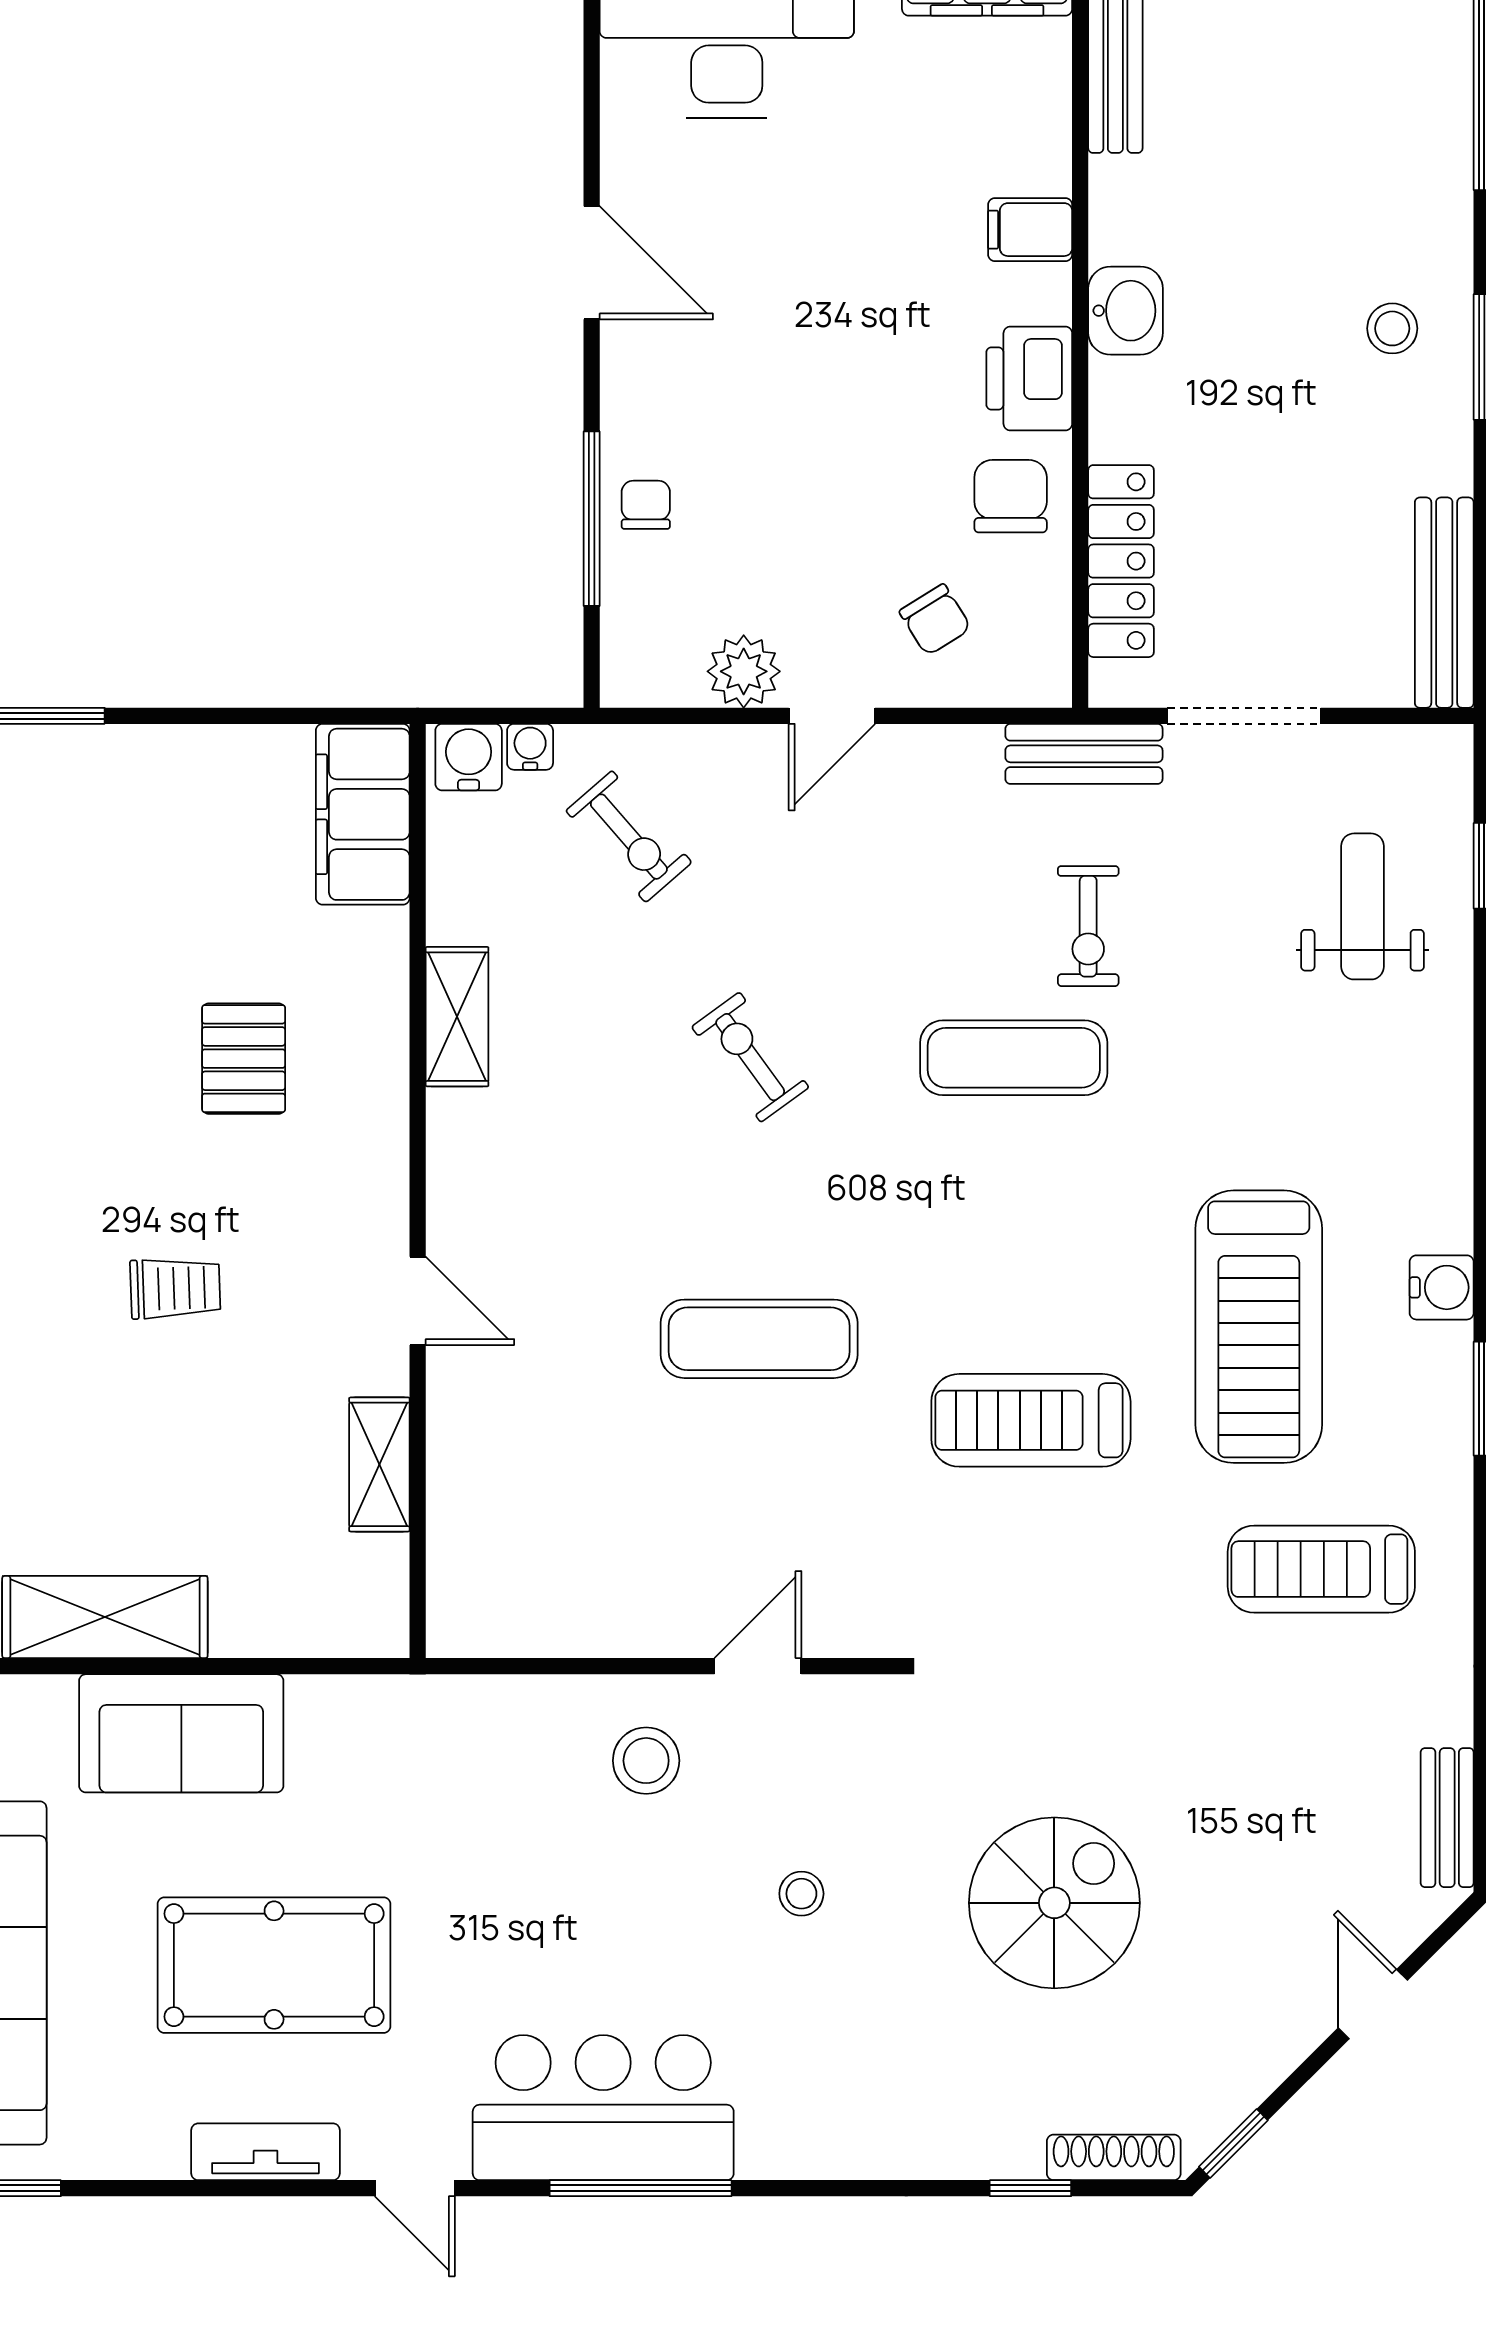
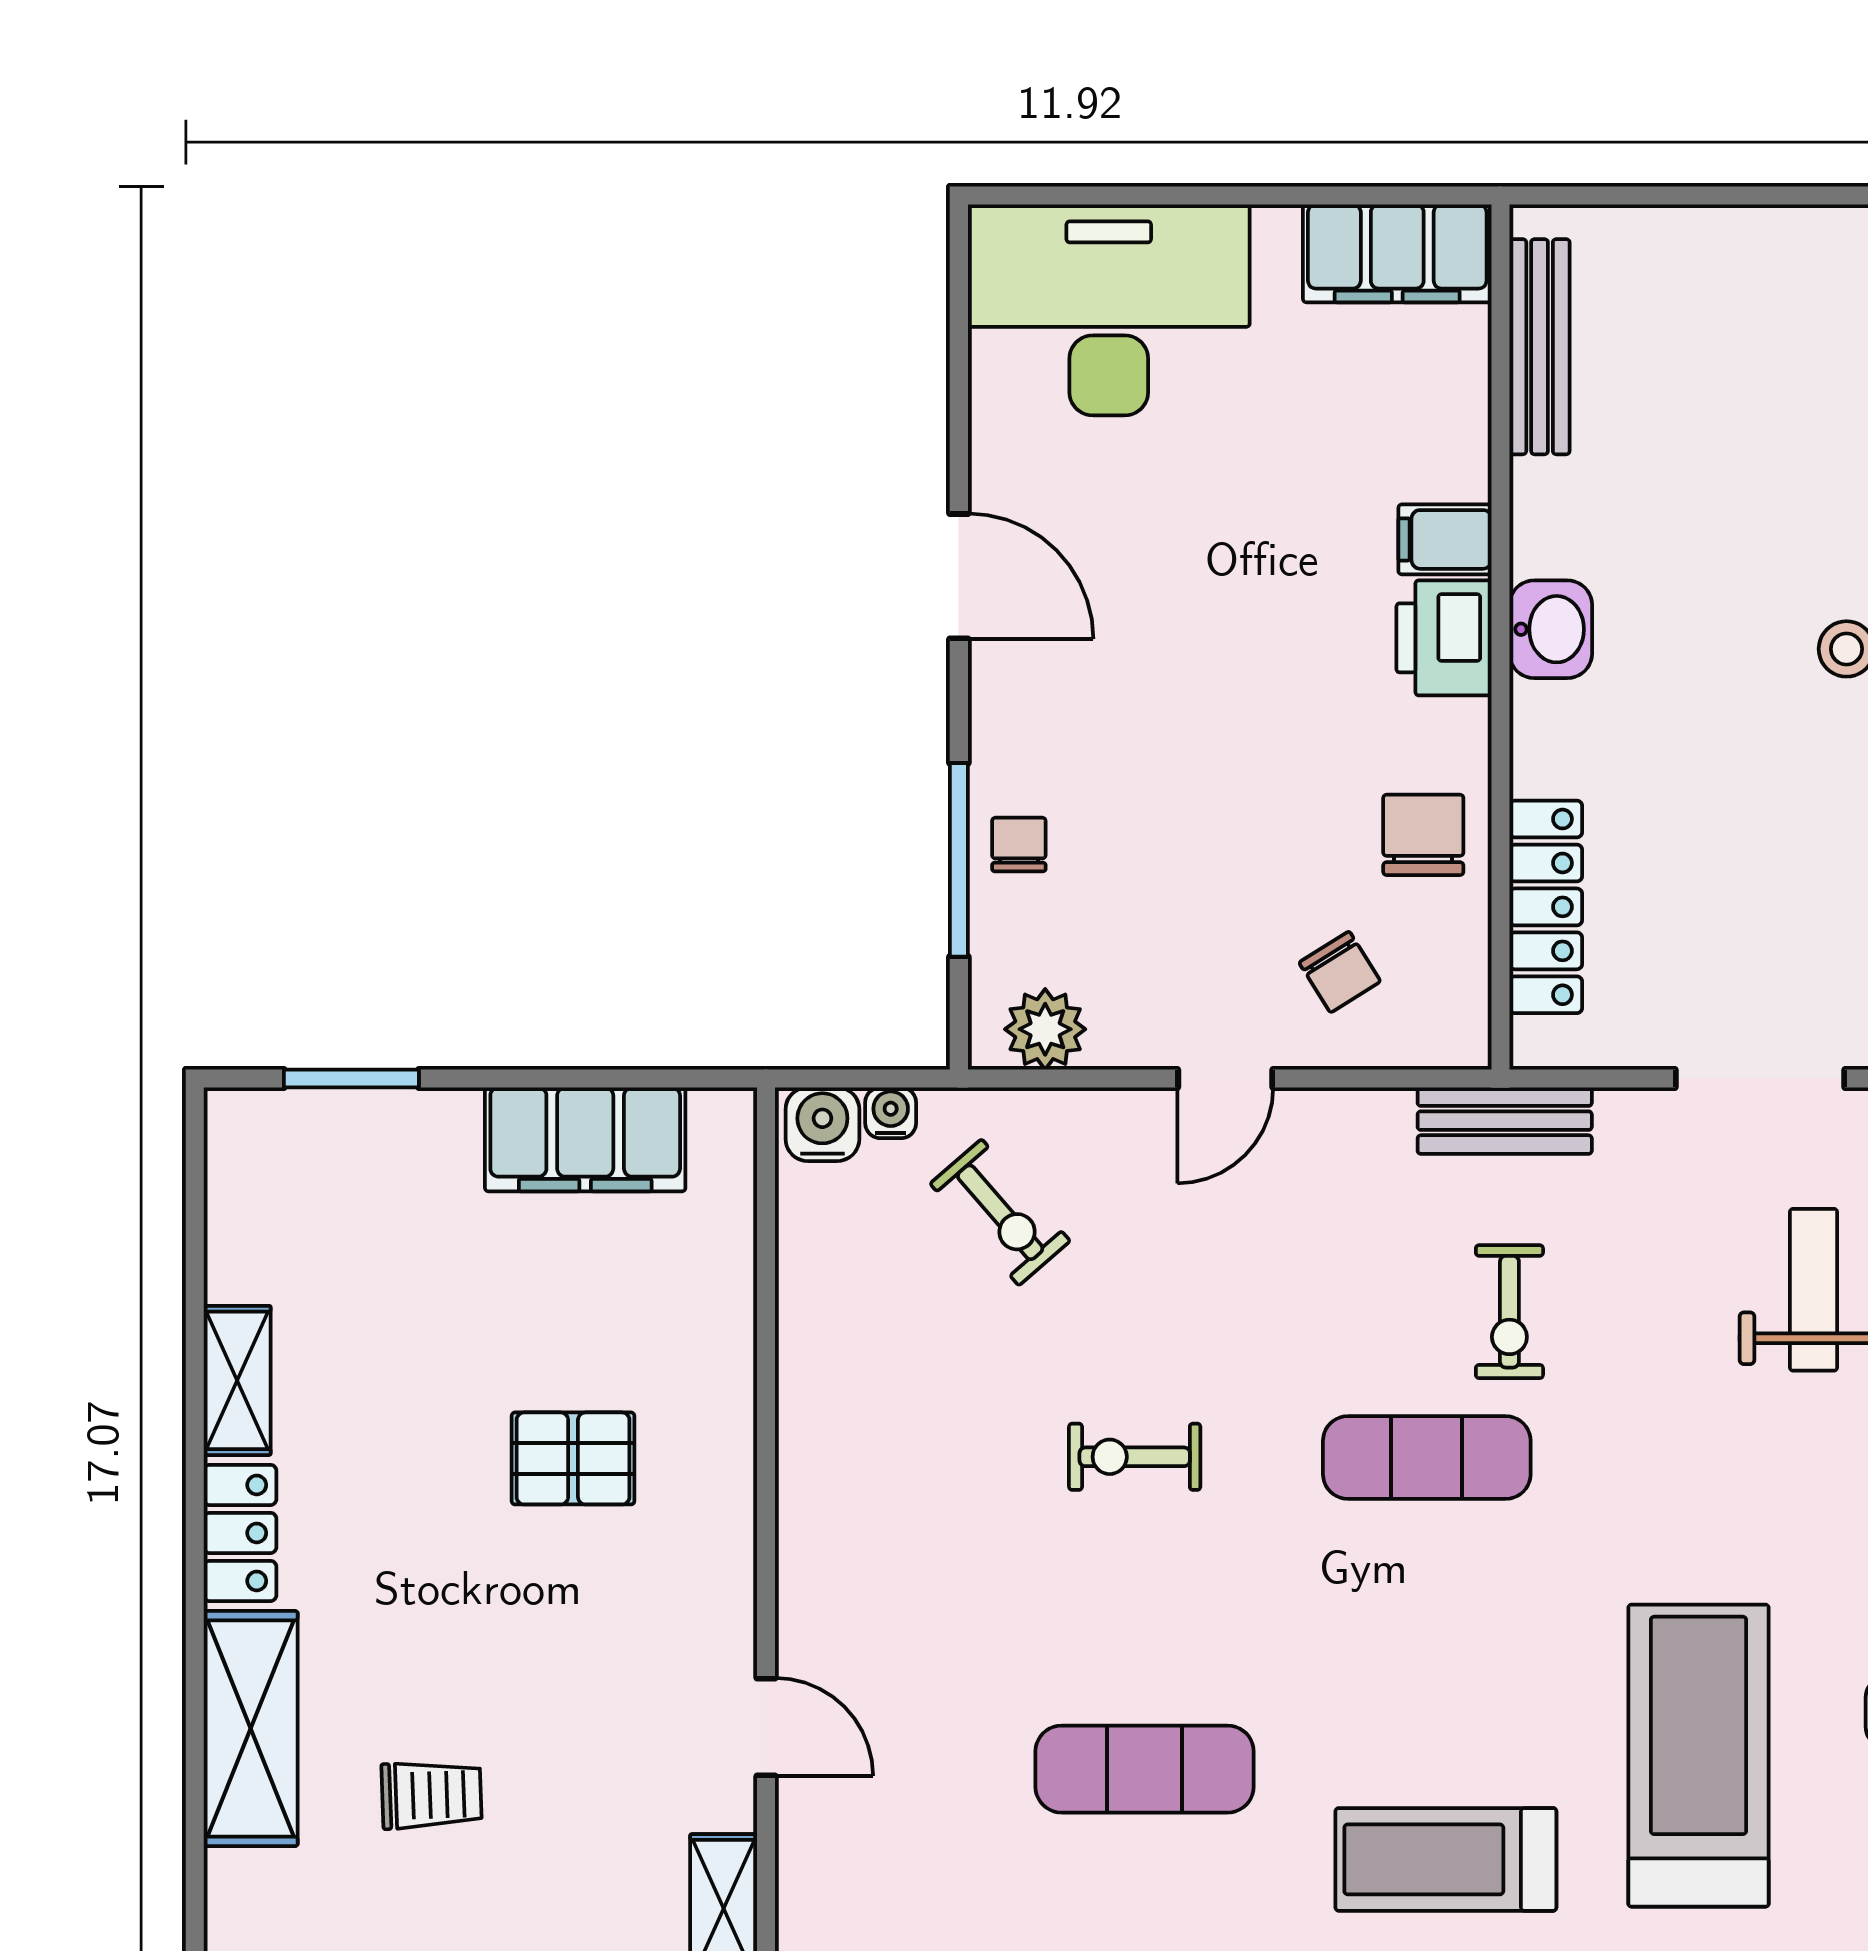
printer: (1029, 378) -> (1444, 638), moved
plant: (744, 671) -> (1045, 1029), moved
doorway: (1244, 716) -> (1760, 1078), moved
filing cabinet: (363, 814) -> (585, 1139), moved, turned -90
shelving: (457, 1017) -> (810, 1412), removed
exercise bike: (750, 1057) -> (1135, 1457), turned -54
pallet: (244, 1059) -> (573, 1458), turned 90
trolley: (175, 1288) -> (432, 1795), moved
treadmill: (1259, 1327) -> (1698, 1756), turned 180

